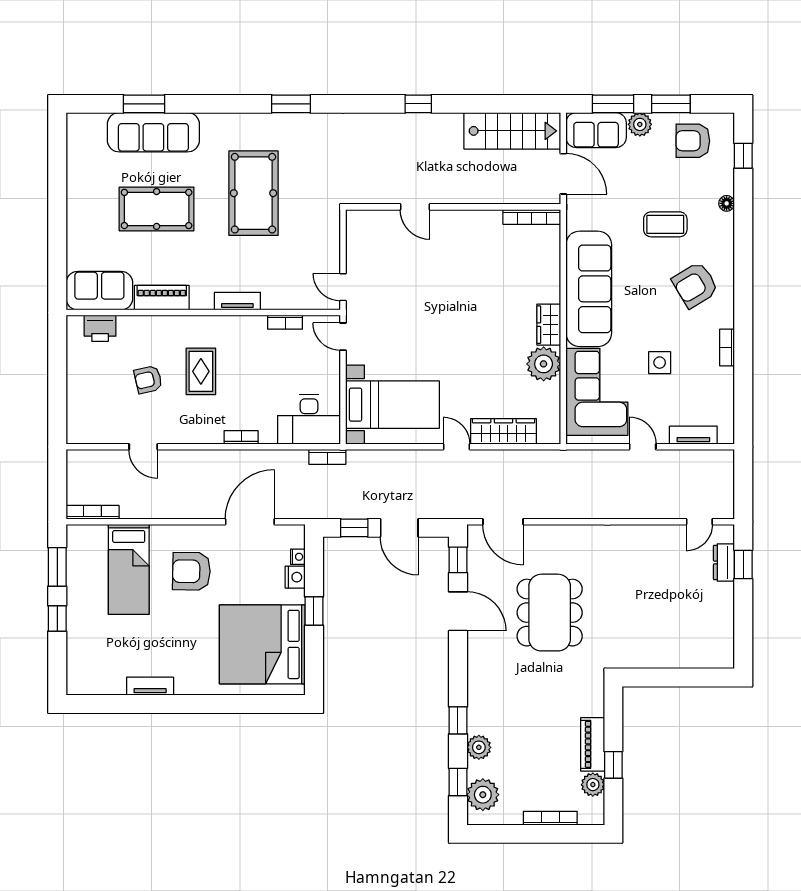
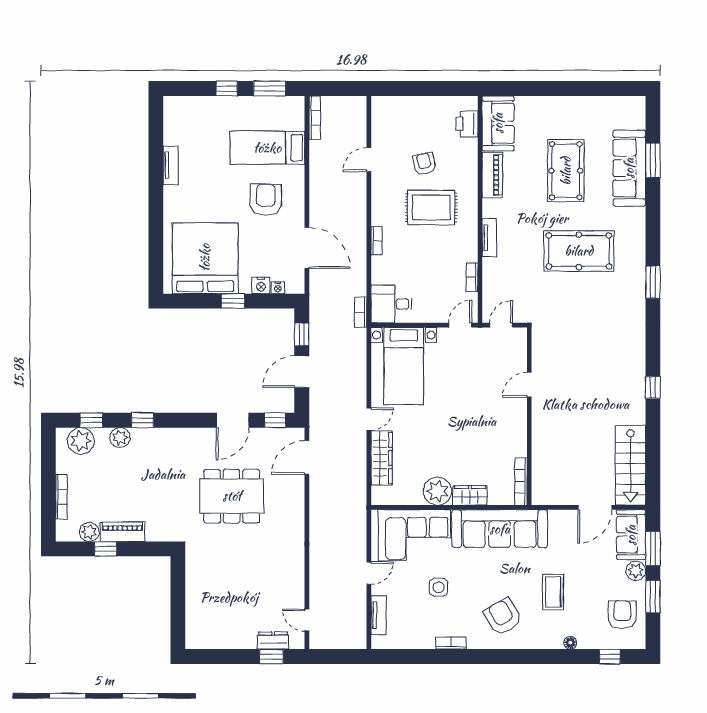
door: (415, 207) -> (529, 385), moved
wall: (453, 207) -> (529, 416), moved
bookcase: (532, 217) -> (521, 481), moved
rug: (201, 371) -> (431, 207), width x1.36, depth x1.43
desk: (309, 420) -> (391, 304), width x0.73

